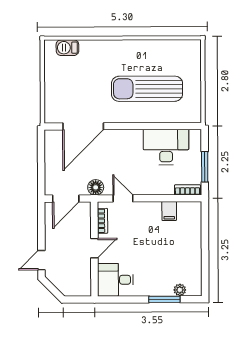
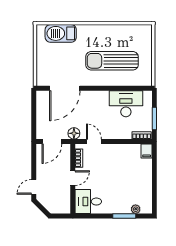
barbecue: (67, 48) -> (61, 33), width x1.88, depth x1.53
filing cabinet: (169, 211) -> (147, 151), moved

